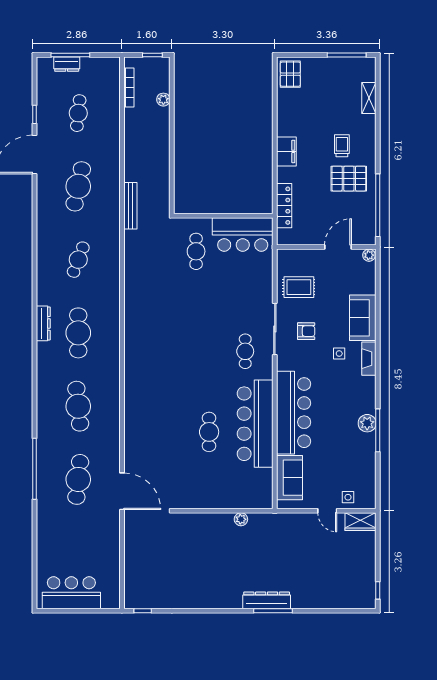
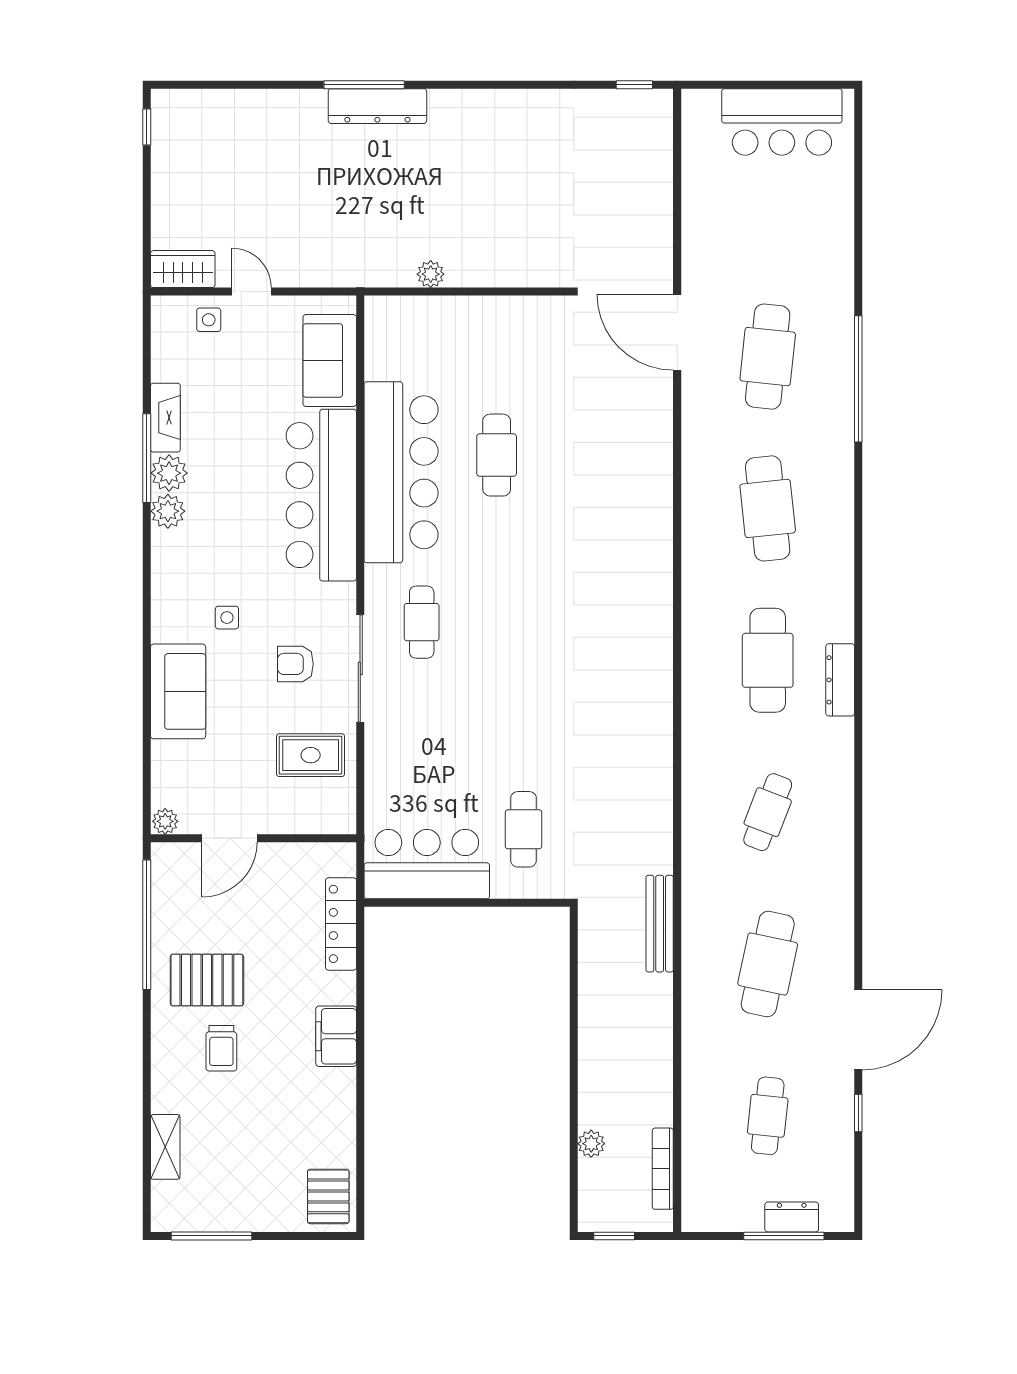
fireplace: (369, 359) -> (165, 418), moved
plant: (368, 405) -> (168, 511), added

